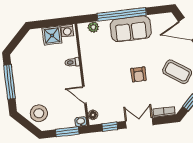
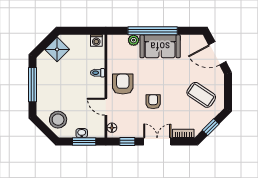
plant: (93, 27) -> (134, 40), moved
shower: (52, 36) -> (57, 49), moved, turned 45
armchair: (98, 70) -> (123, 84), added
armchair: (139, 74) -> (153, 102), moved, turned 180
washbasin: (81, 122) -> (82, 133), moved

